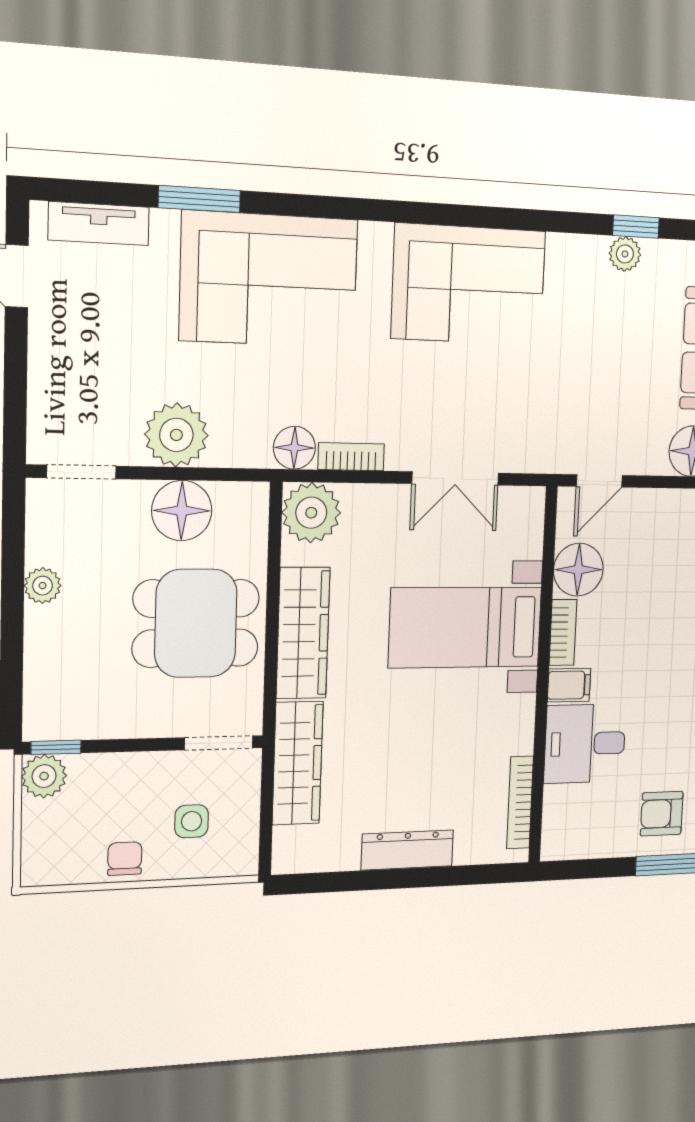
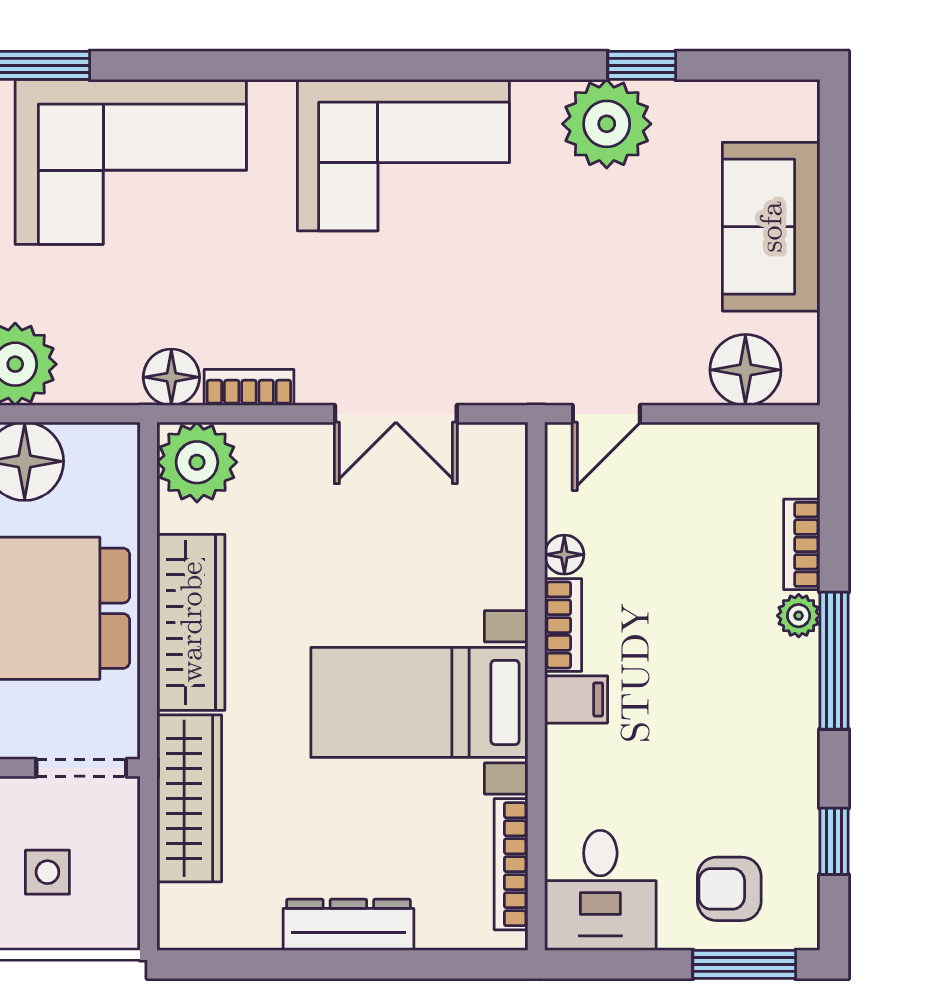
plant: (625, 254) -> (607, 124), width x1.88, depth x1.88
floor lamp: (578, 570) -> (564, 555), width x0.53, depth x0.53
bed with nightstands: (465, 627) -> (419, 702), moved
desk: (585, 744) -> (600, 890), moved, turned -90

